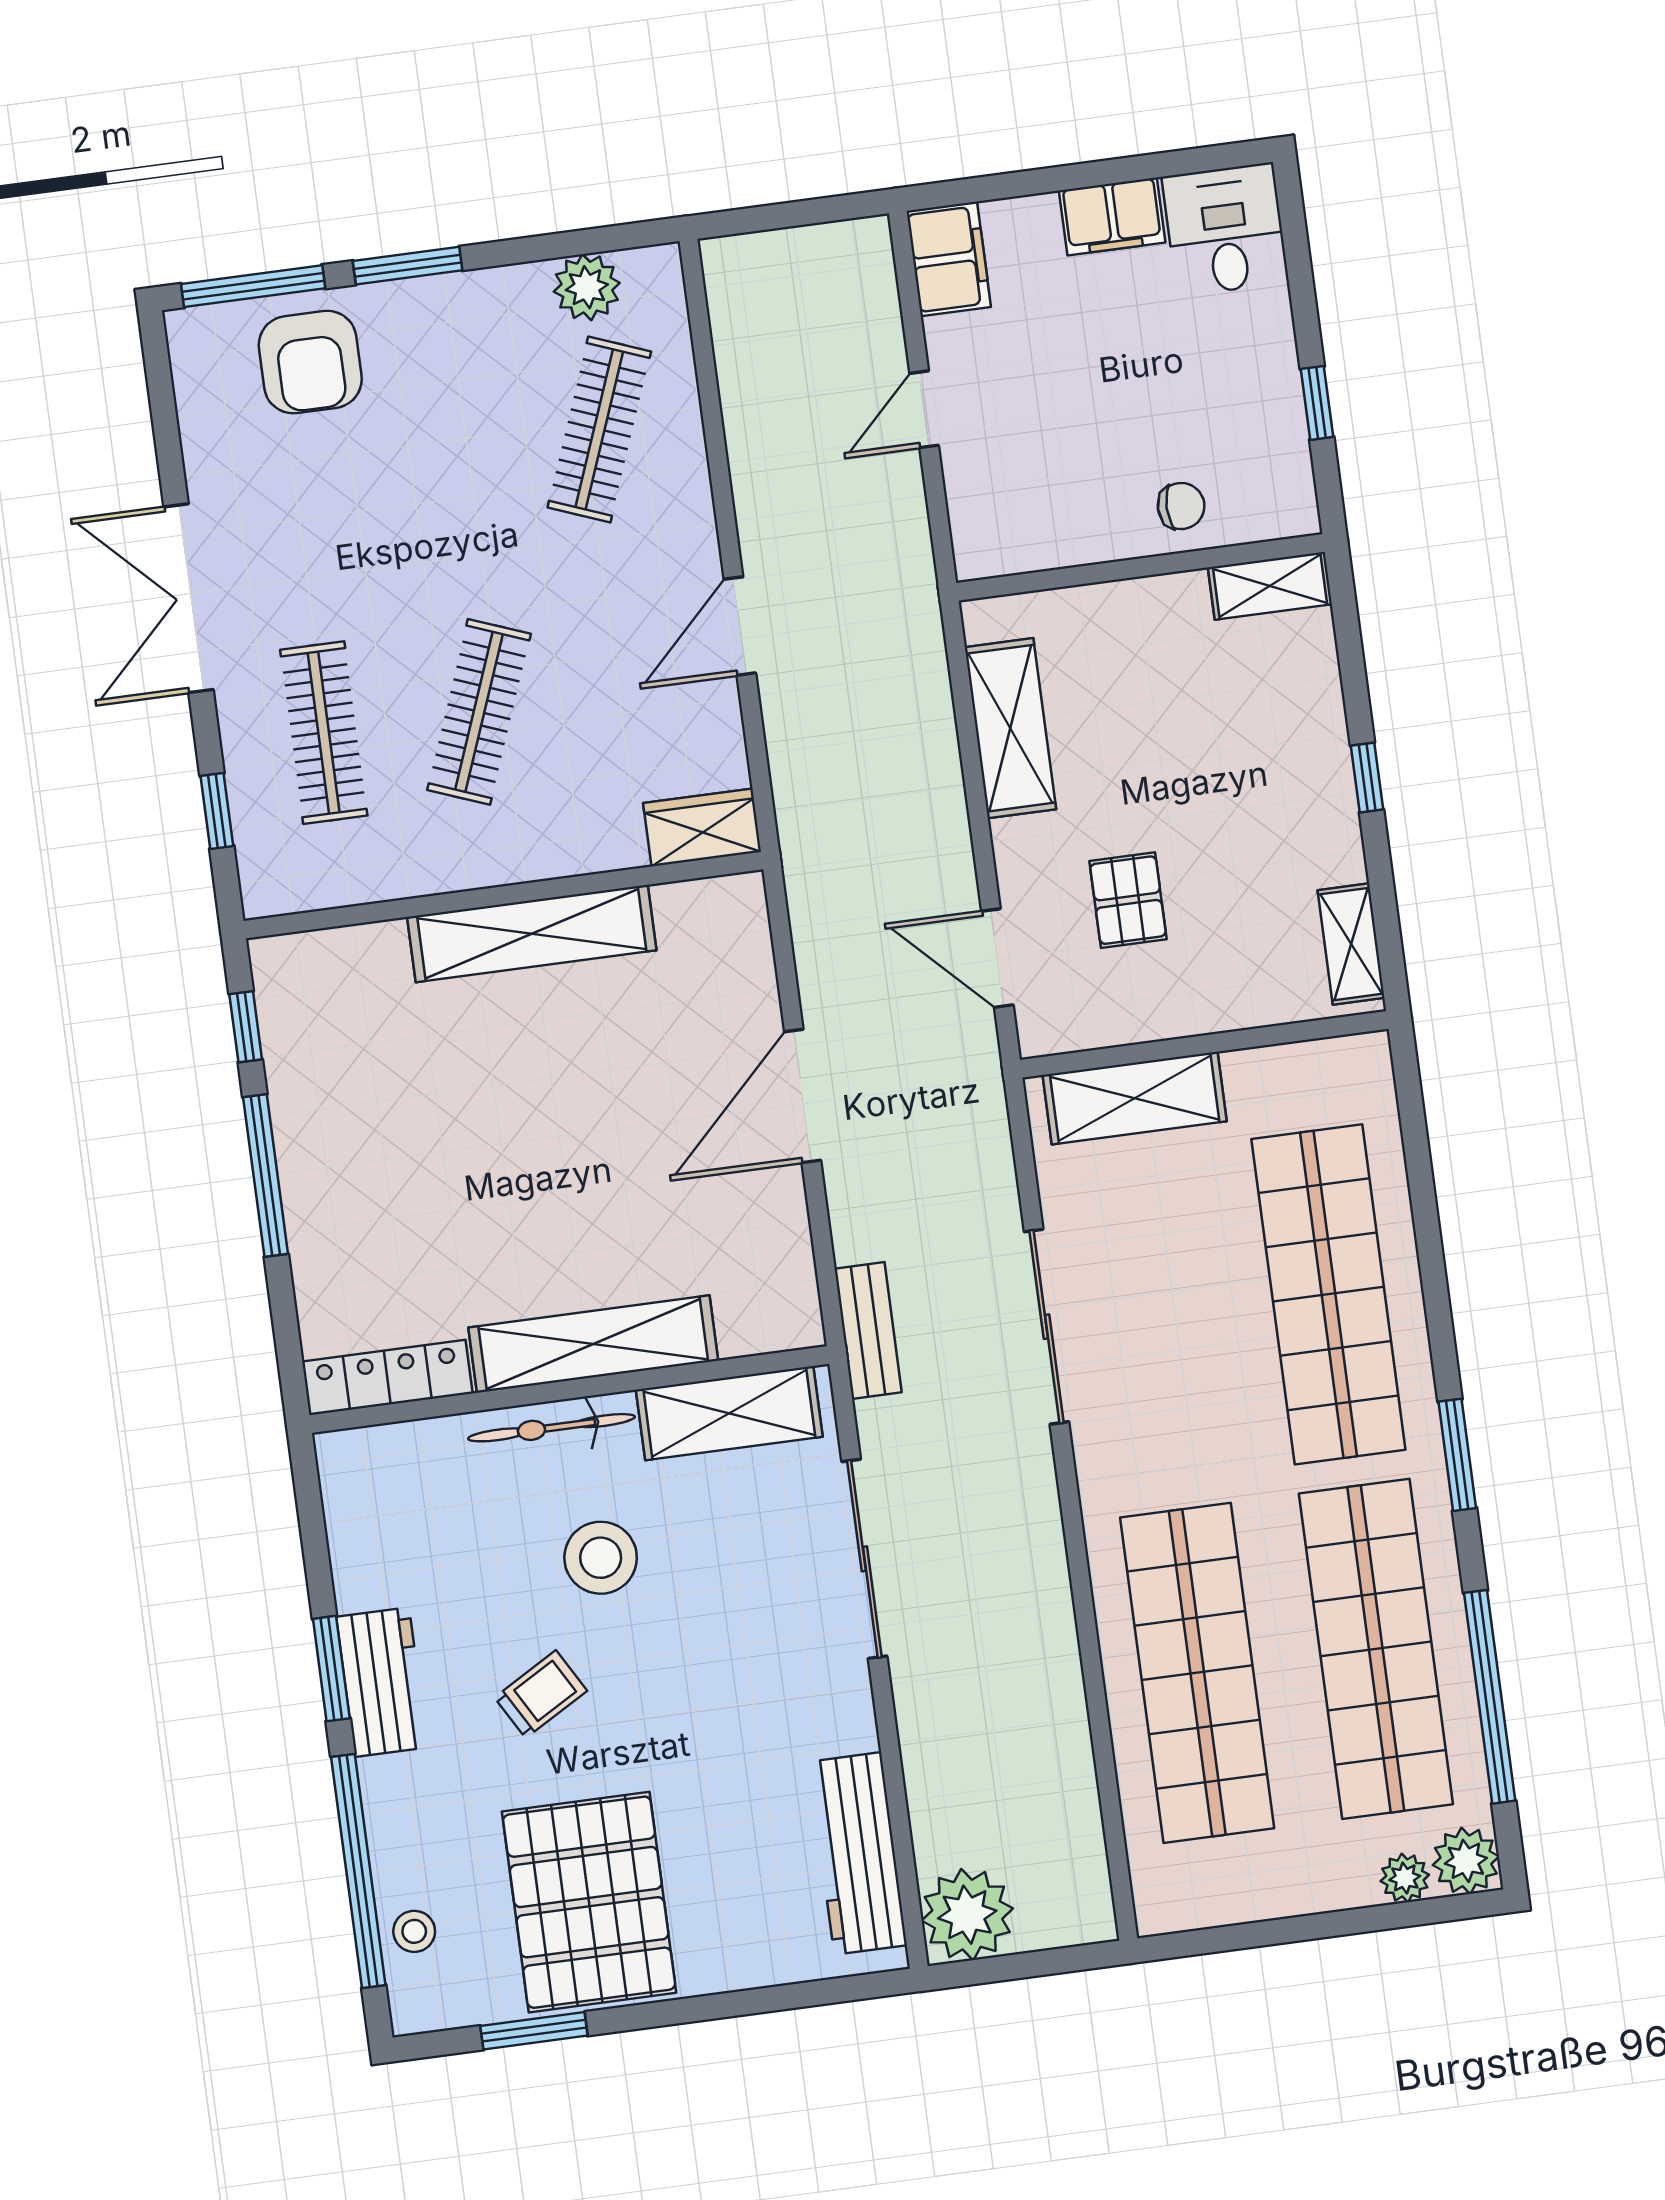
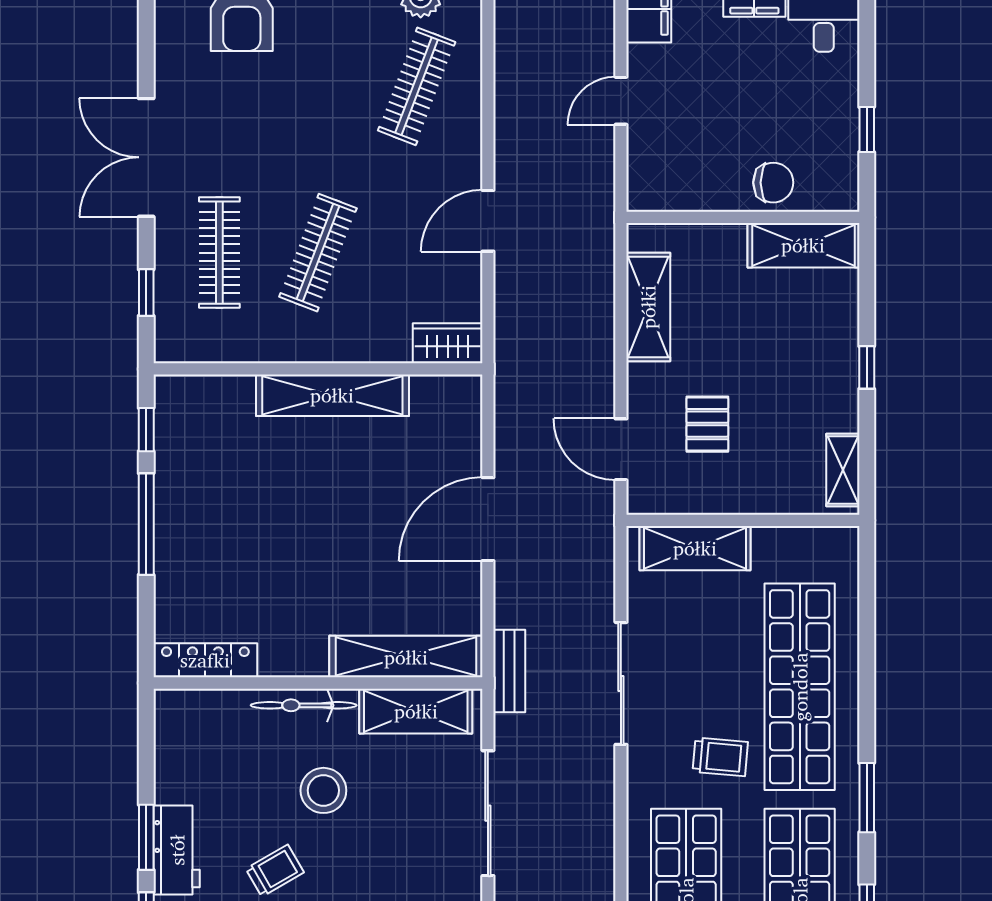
chair: (1181, 506) -> (773, 183), width x1.37, depth x1.37
shelving: (1270, 586) -> (803, 245), width x1.50, depth x1.33
shelving: (593, 1344) -> (406, 657), moved
trolley: (1218, 1421) -> (720, 757), added

